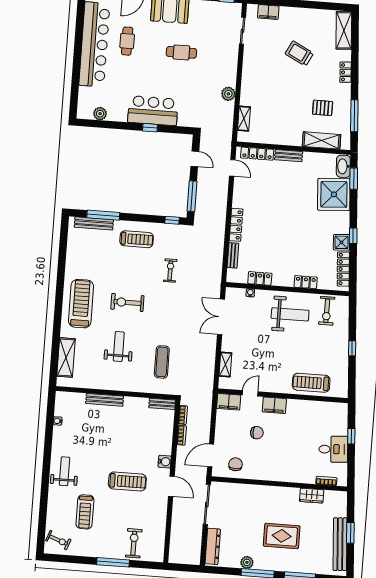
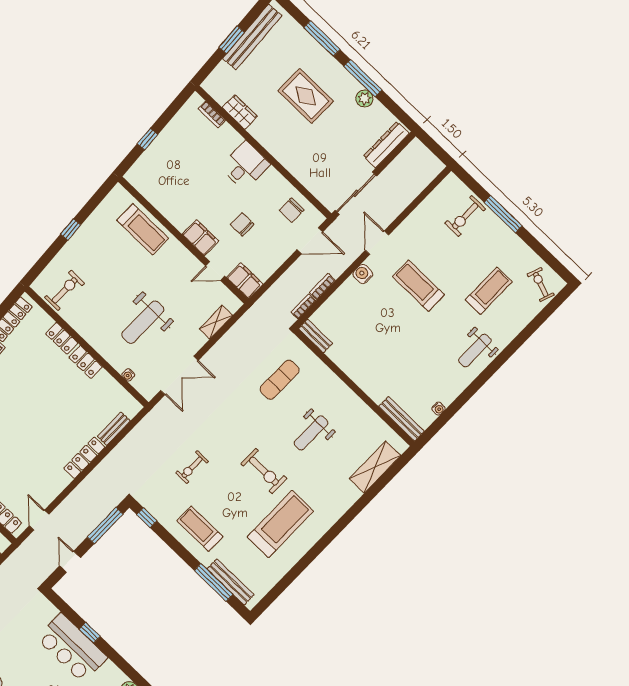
locker: (260, 278) -> (86, 362), moved
treadmill: (81, 304) -> (280, 524), moved, turned 180
weight bench: (290, 314) -> (143, 322), moved, turned -90
bench: (105, 400) -> (401, 419), moved
desk: (333, 449) -> (245, 166), moved, turned 94

